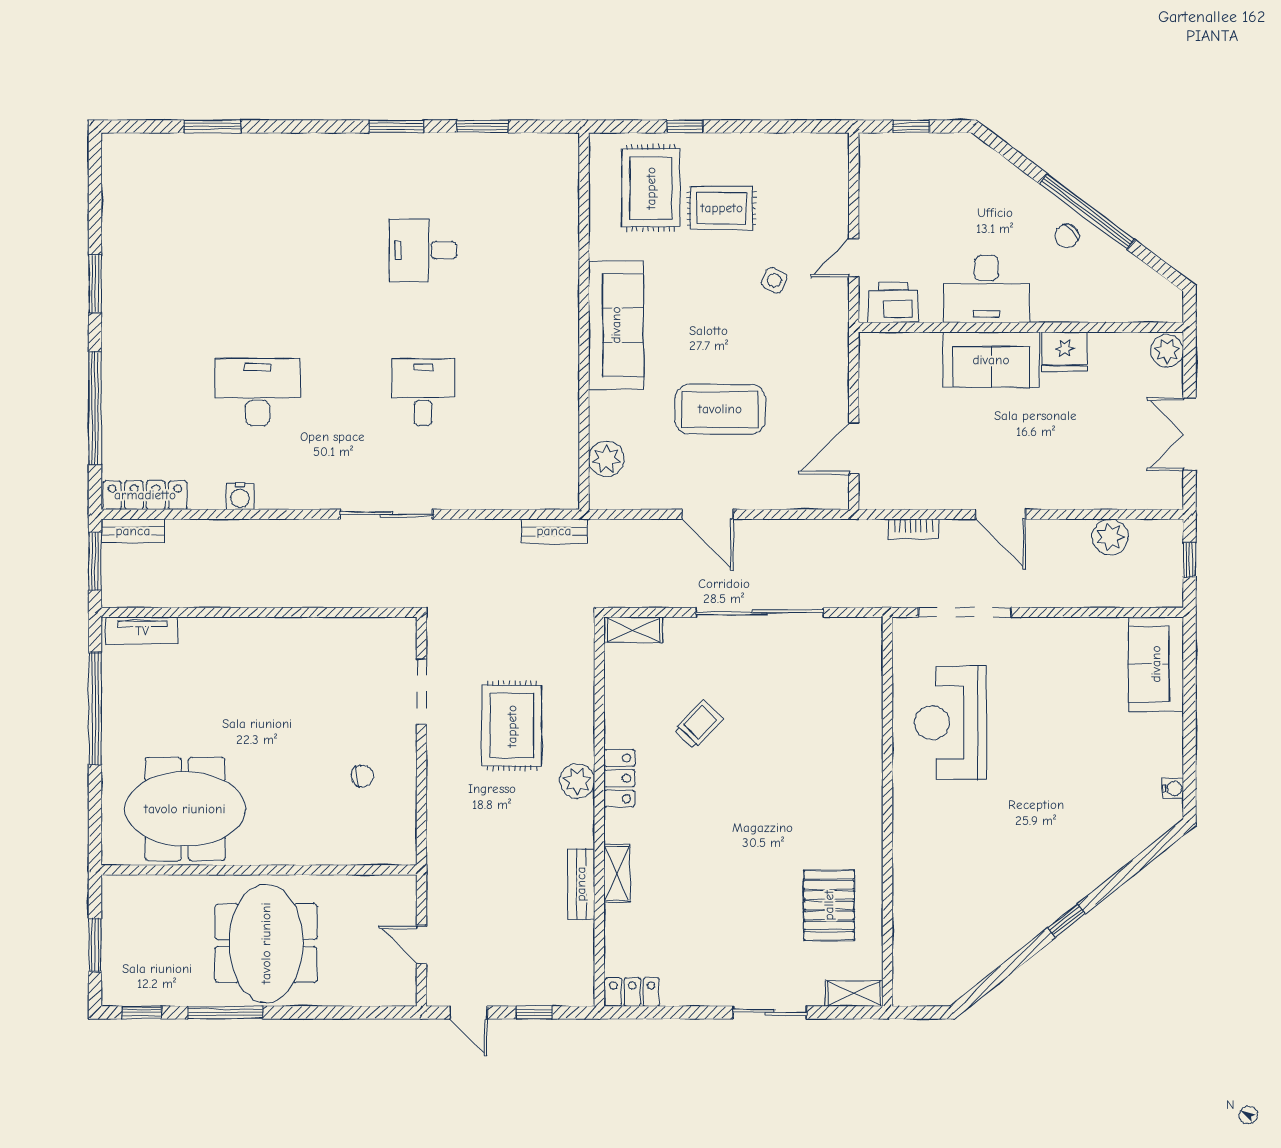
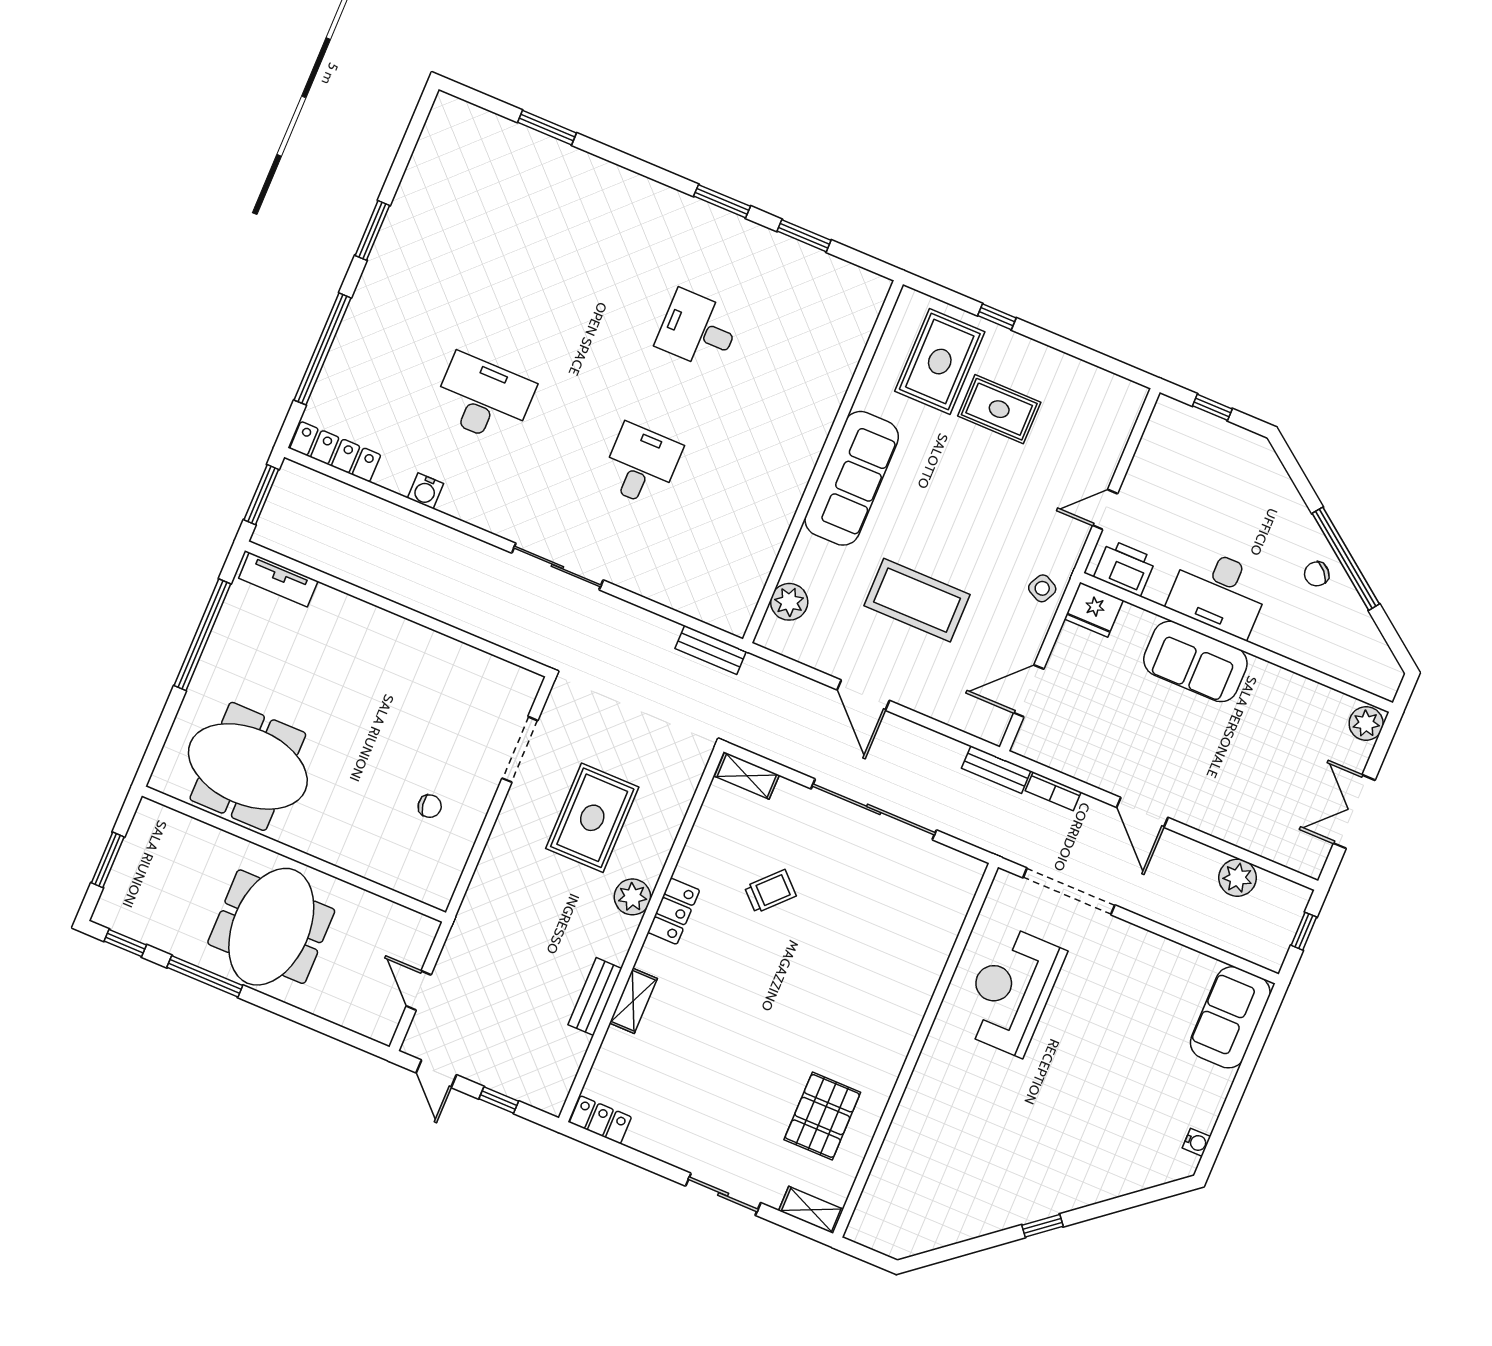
side table: (774, 280) -> (1042, 588), moved
fridge: (1065, 352) -> (1094, 610), moved
bench: (133, 531) -> (996, 770), moved

